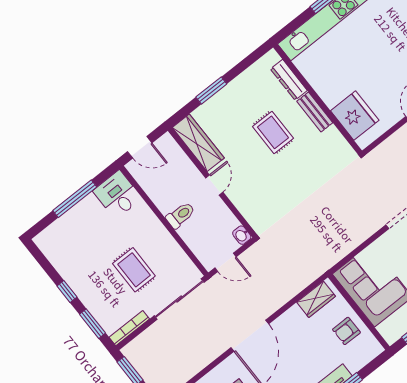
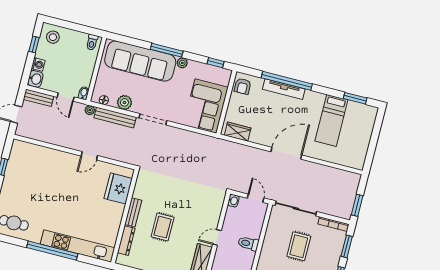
armchair: (346, 331) -> (243, 86), moved, turned 90

